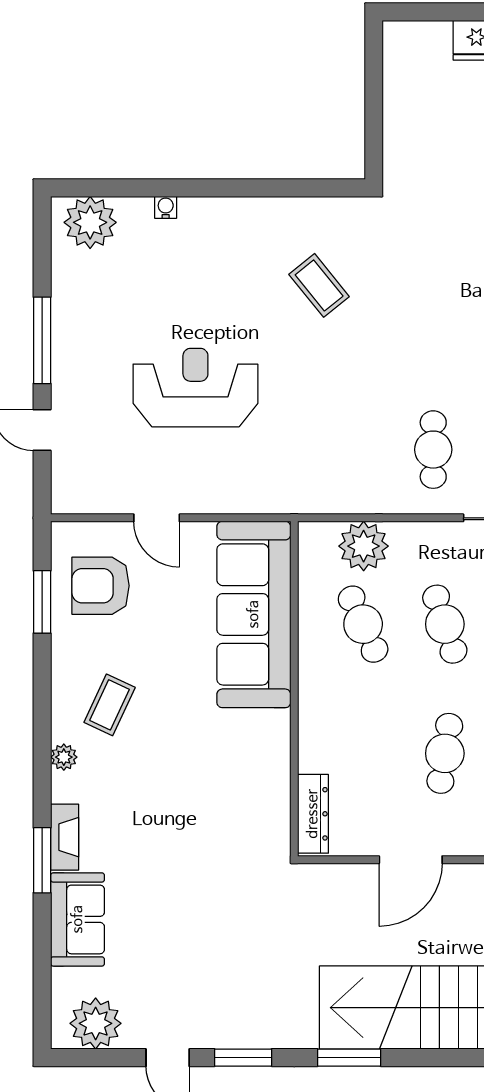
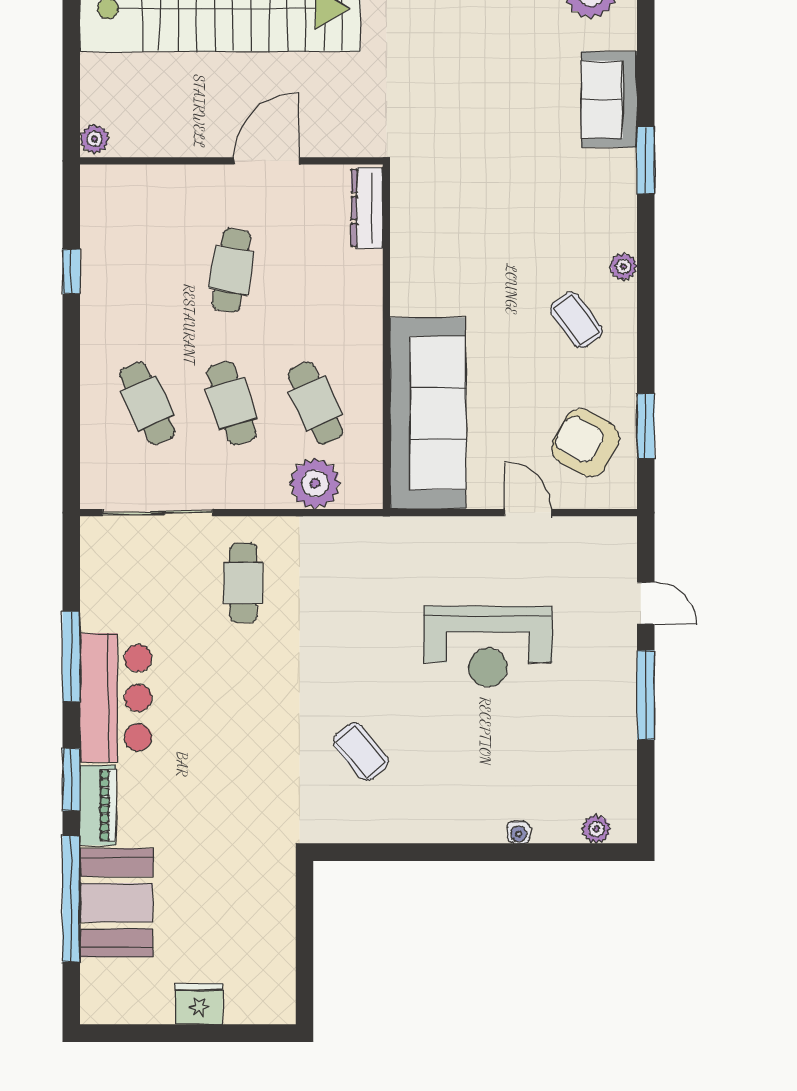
plant: (90, 222) -> (596, 829), width x0.53, depth x0.53
armchair: (101, 586) -> (586, 443), turned -151
coffee table: (110, 705) -> (576, 320), turned -62
fireplace: (65, 837) -> (623, 184), removed

